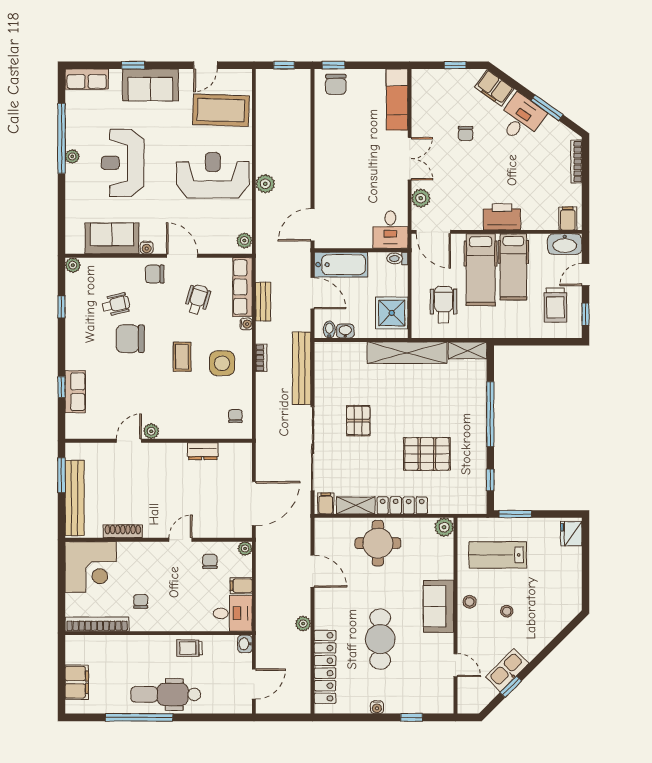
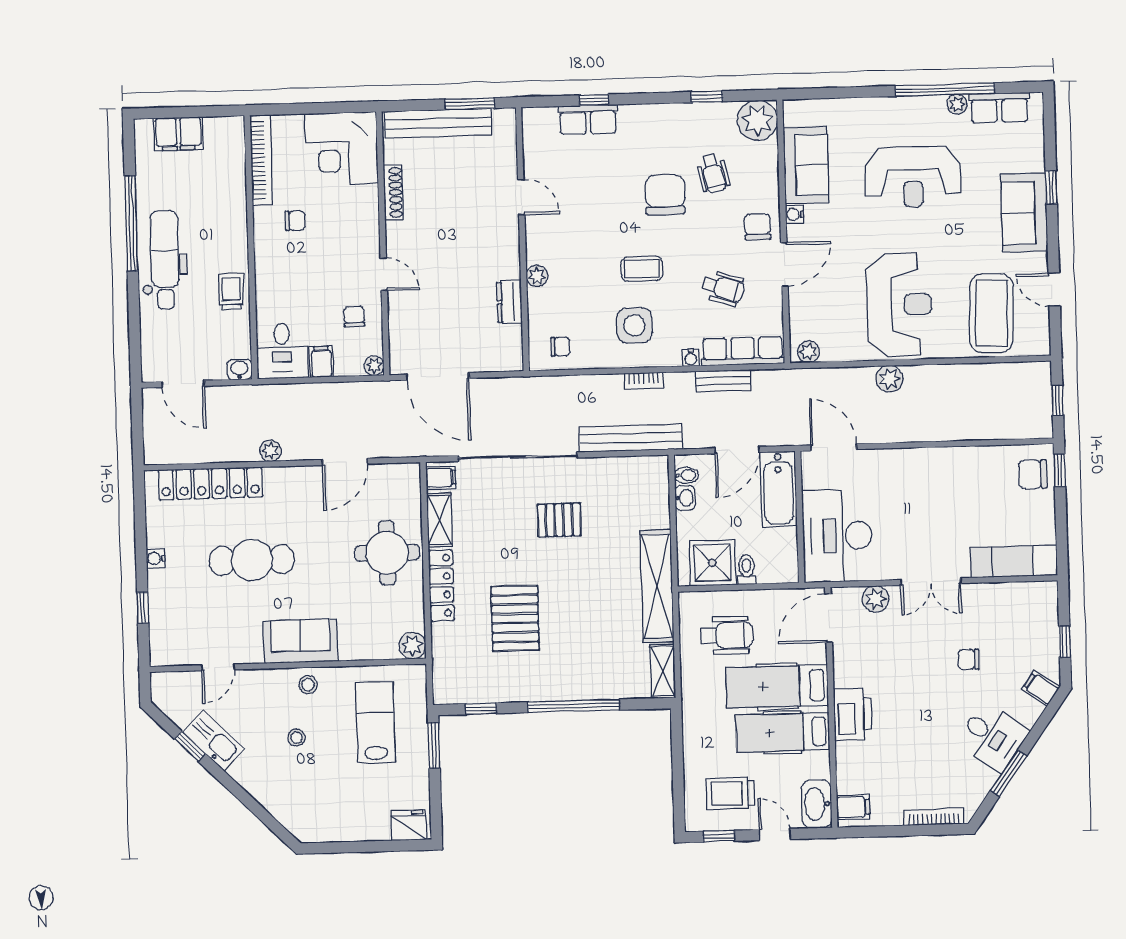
row of seats: (87, 79) -> (999, 108), moved, turned -90
filing cabinet: (494, 88) -> (1041, 688), width x0.50
plant: (72, 156) -> (957, 104), moved
reception desk: (123, 163) -> (913, 177), turned 180
desk: (390, 230) -> (837, 536), width x1.87, depth x1.30
toilet: (397, 258) -> (746, 570), moved
plant: (73, 265) -> (757, 120), width x1.87, depth x1.87
plant: (151, 431) -> (537, 276), moved
chair: (210, 562) -> (354, 317), turned -91

